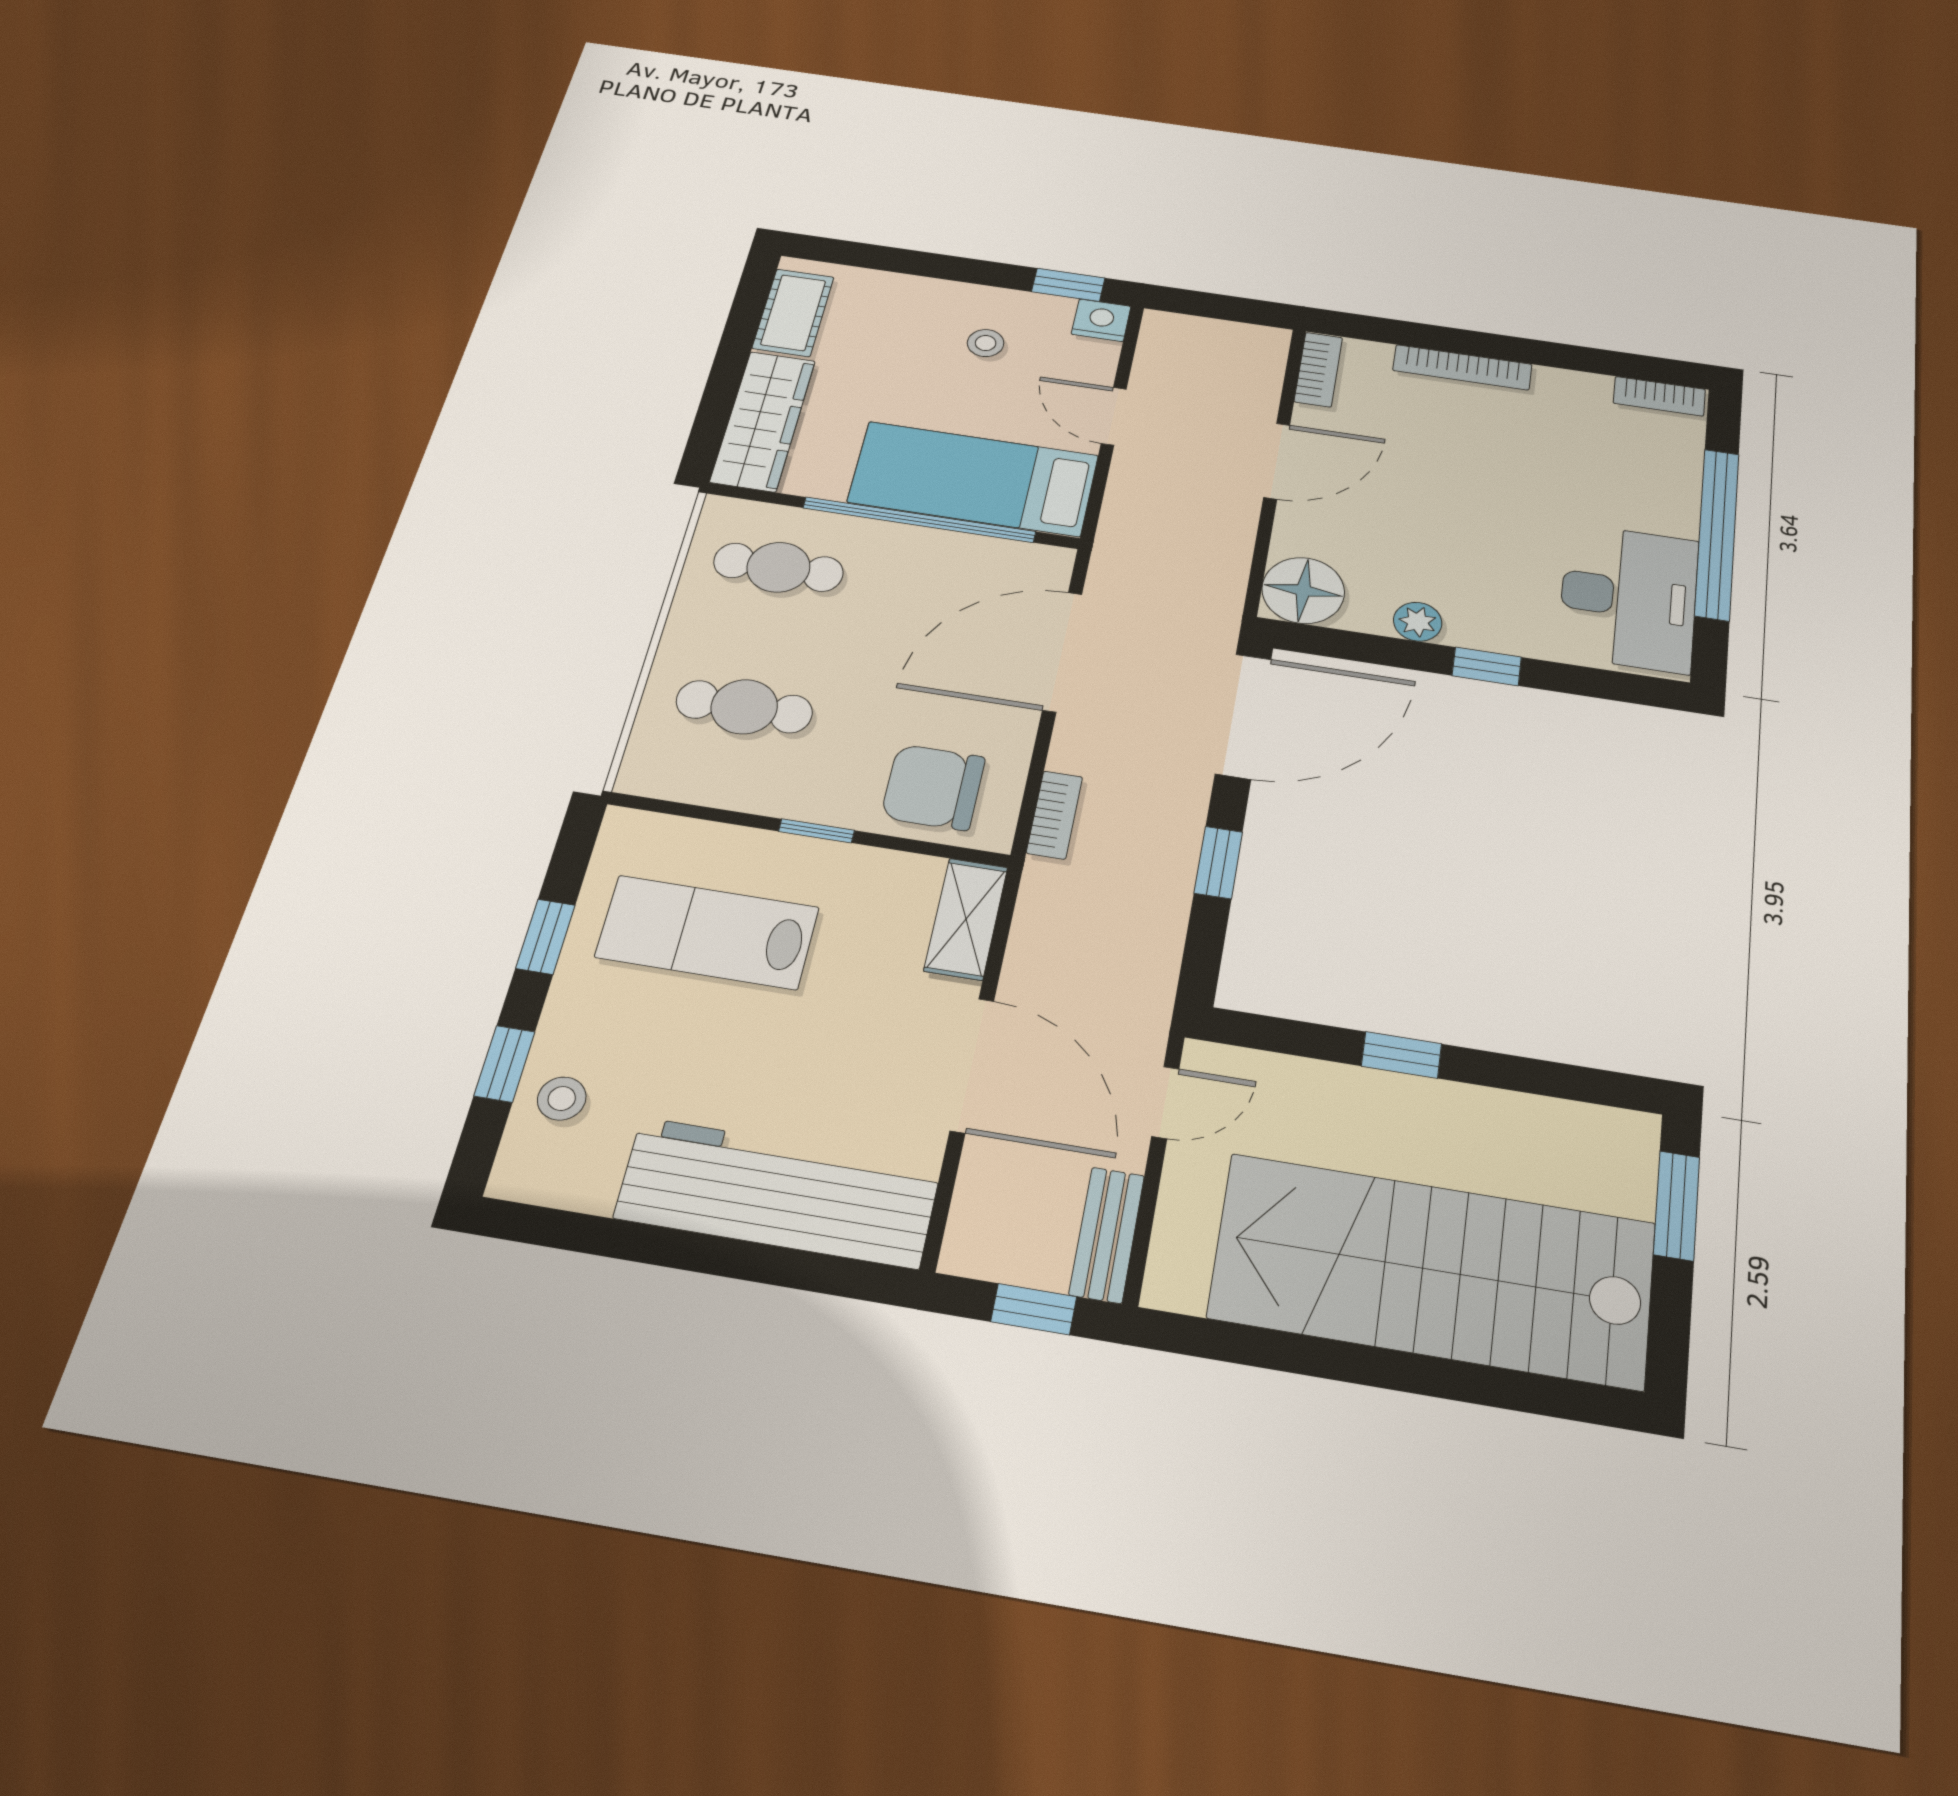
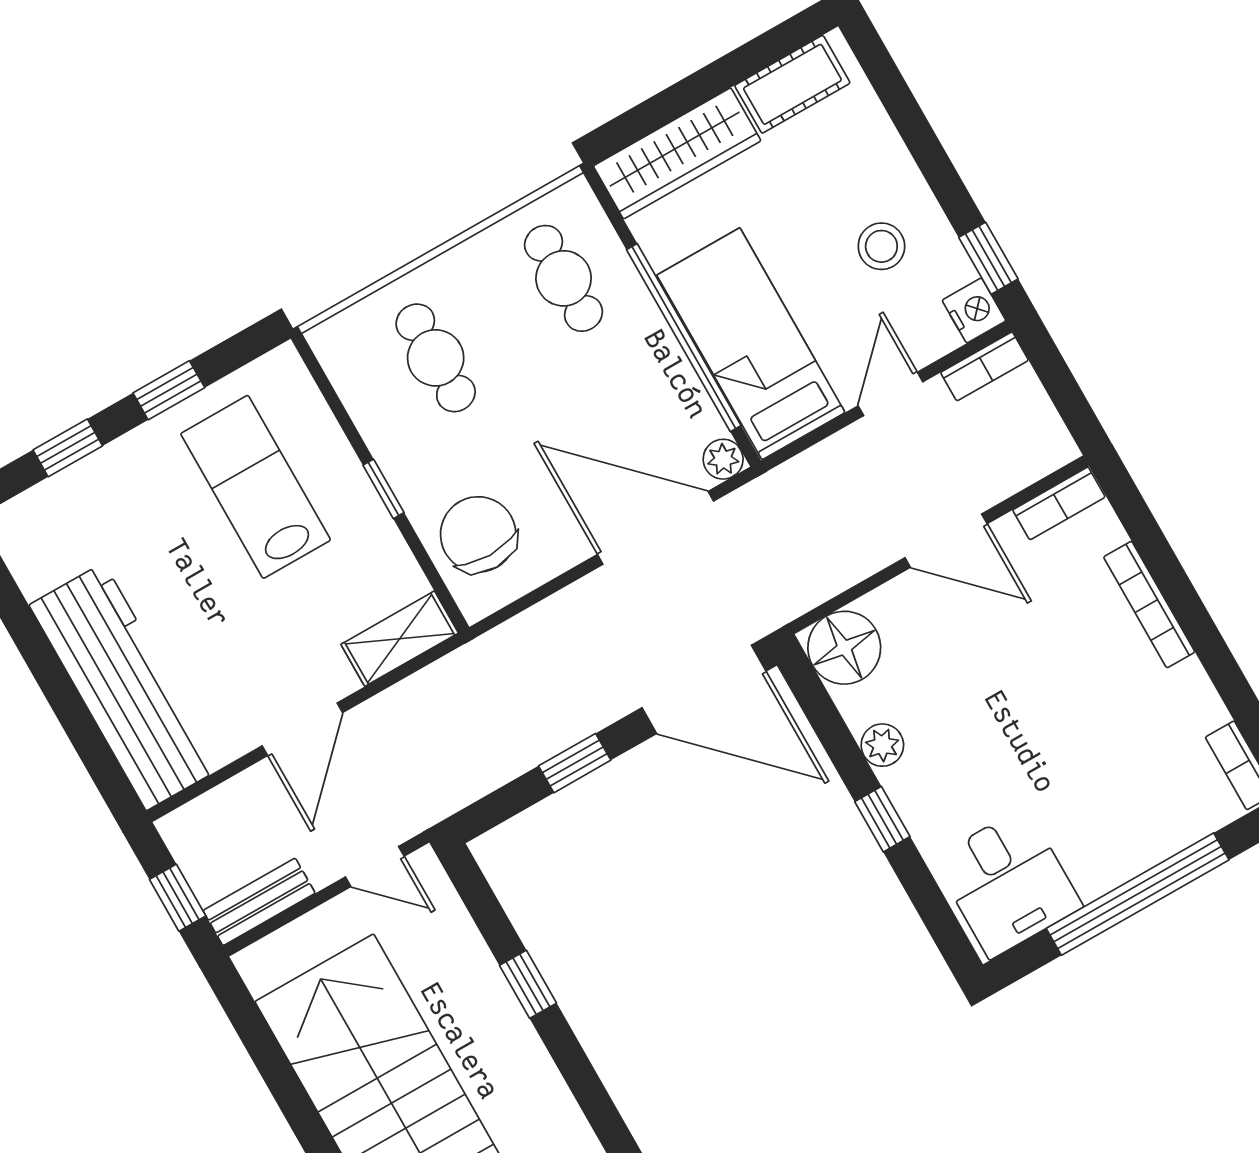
stool: (986, 343) -> (881, 246), width x1.37, depth x1.37
plant: (1052, 563) -> (723, 459), added
desk: (1629, 598) -> (1008, 883), width x0.73
bookcase: (1054, 815) -> (985, 366), moved
door: (972, 1065) -> (302, 729), width x0.73
stool: (562, 1099) -> (75, 504), removed

